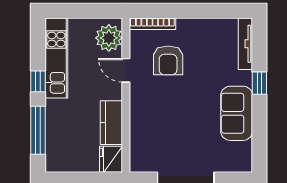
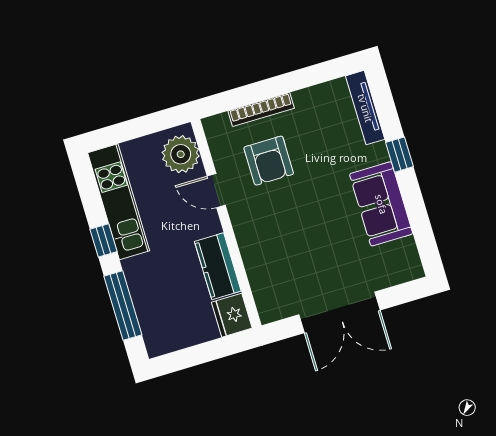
bookcase: (152, 24) -> (261, 110), moved

